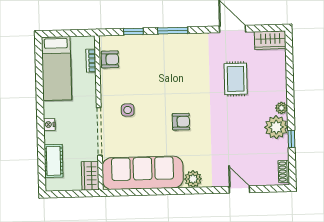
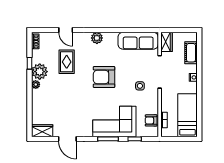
corner sofa: (164, 57) -> (114, 121), added
rug: (236, 79) -> (67, 62), moved
armchair: (181, 122) -> (104, 77), width x1.88, depth x1.88
sofa: (143, 173) -> (138, 41), width x0.74, depth x0.79

